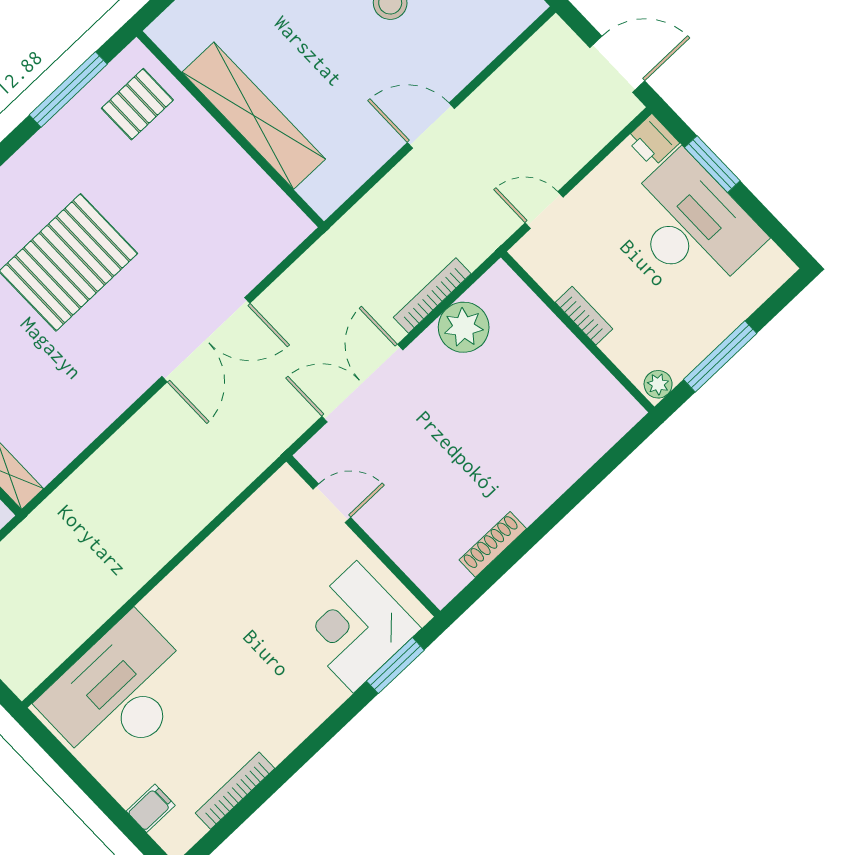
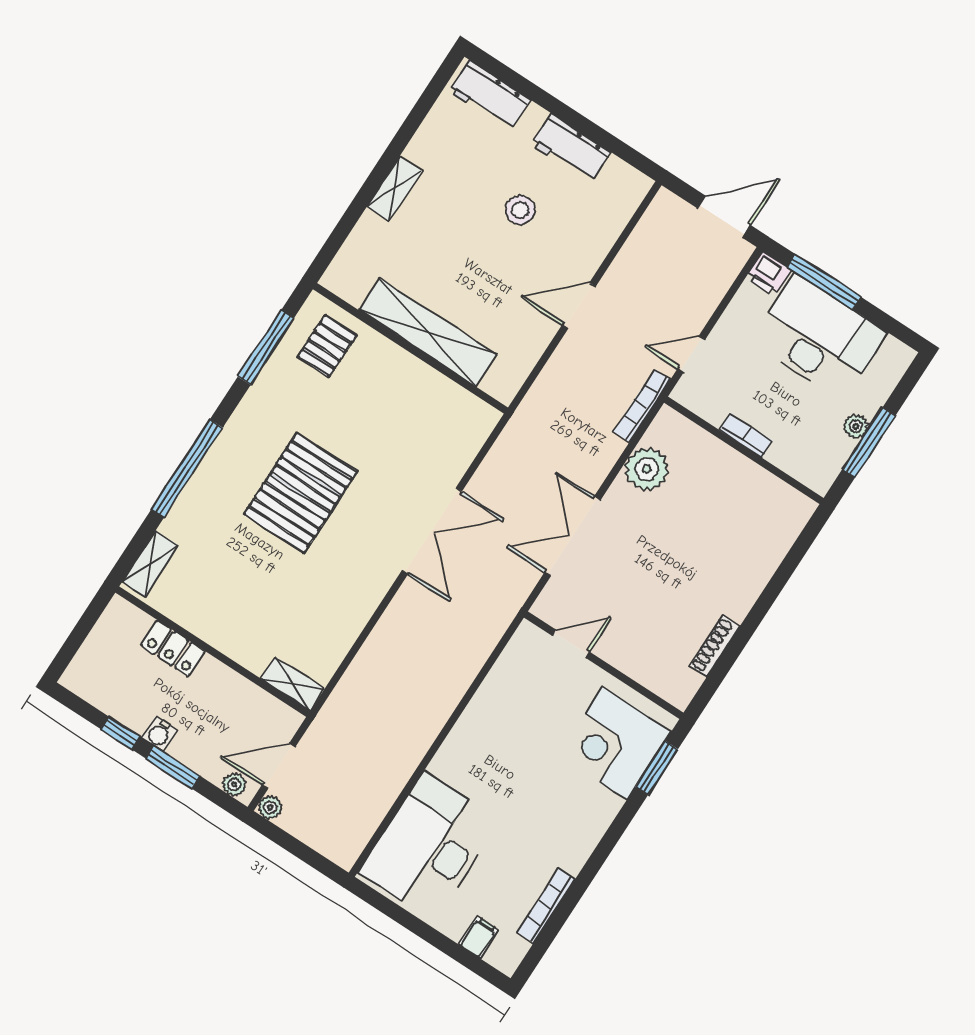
window: (712, 164) -> (824, 282), width x1.44
bookcase: (432, 296) -> (642, 406), moved
plant: (658, 384) -> (856, 426), moved

